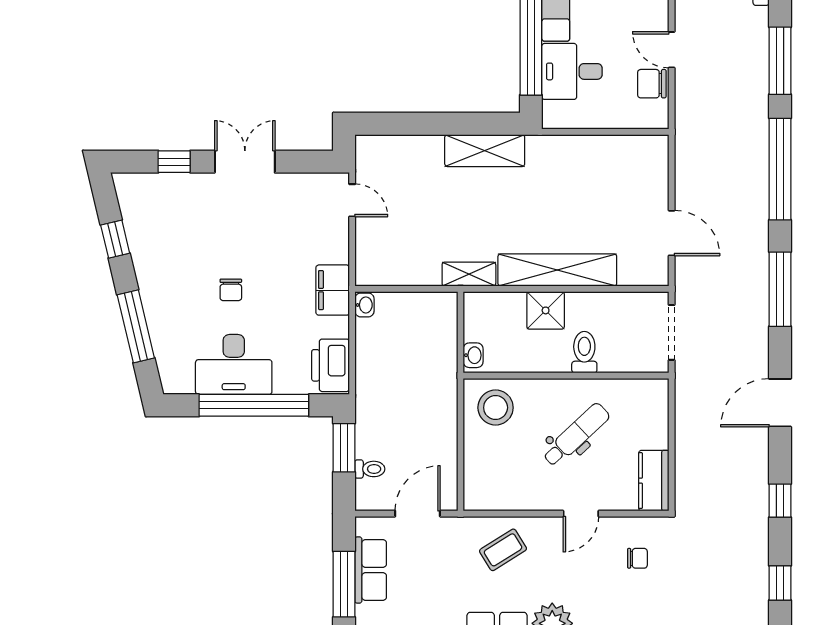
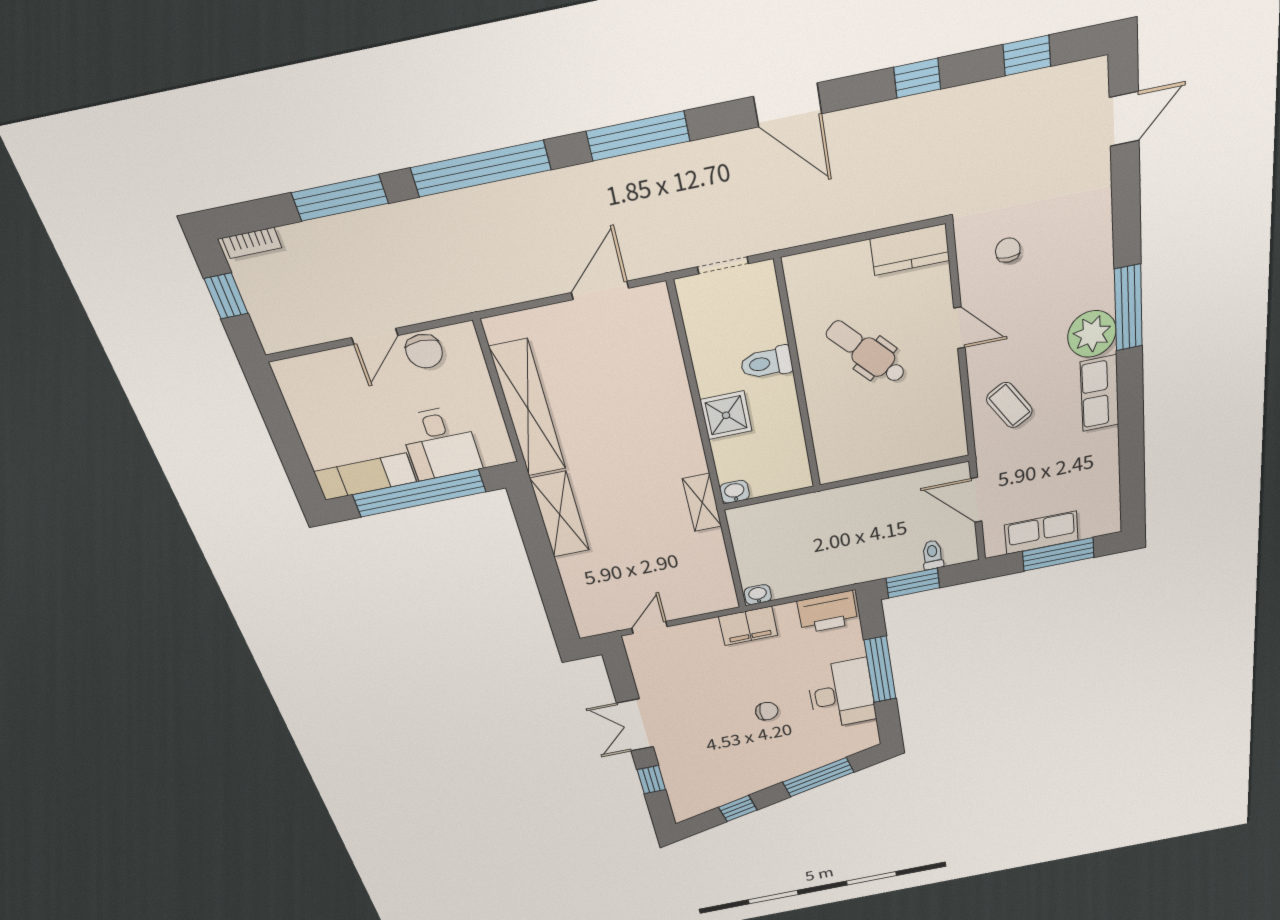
shelving: (557, 270) -> (528, 409), moved
doorway: (672, 332) -> (723, 265), width x0.73
washbasin: (473, 355) -> (735, 492), moved
window: (254, 405) -> (880, 670), width x0.68
stool: (496, 408) -> (847, 446), removed

